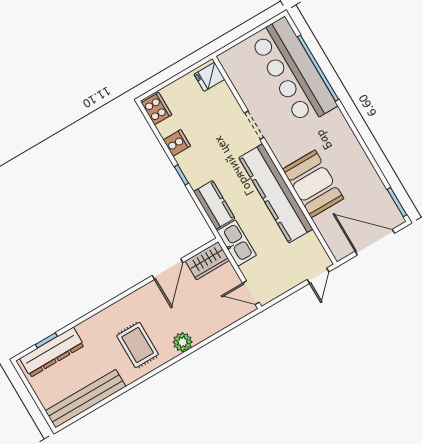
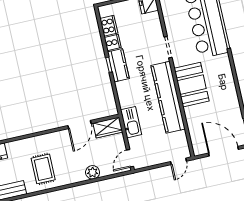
cooker: (156, 109) -> (109, 26), moved
booth: (313, 184) -> (192, 85), moved
kitchen counter: (214, 205) -> (118, 65), moved
door: (251, 293) -> (130, 158), hinge flipped
plant: (183, 342) -> (93, 172), moved

